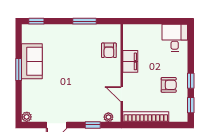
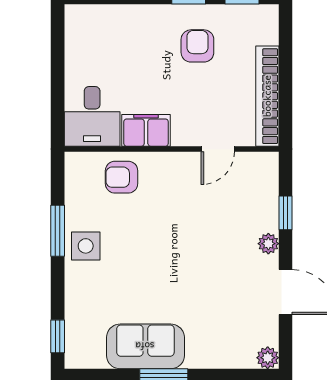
side table: (78, 34) -> (86, 246), added
desk: (175, 38) -> (92, 116), moved, turned -90
armchair: (109, 50) -> (122, 177), turned 180
plant: (108, 117) -> (268, 244), moved

